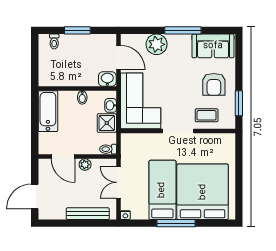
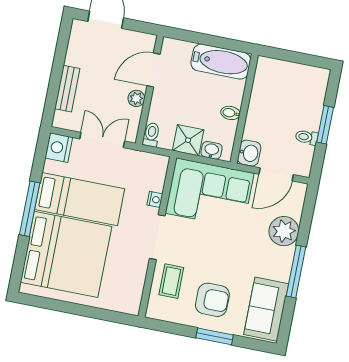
toilet: (54, 41) -> (307, 137), moved
armchair: (214, 84) -> (212, 300), turned 180
window: (239, 103) -> (215, 336), moved
nightstand: (152, 138) -> (155, 199), added
bench: (88, 214) -> (67, 89), width x0.73
nightstand: (125, 215) -> (59, 148), width x1.89, depth x1.79

